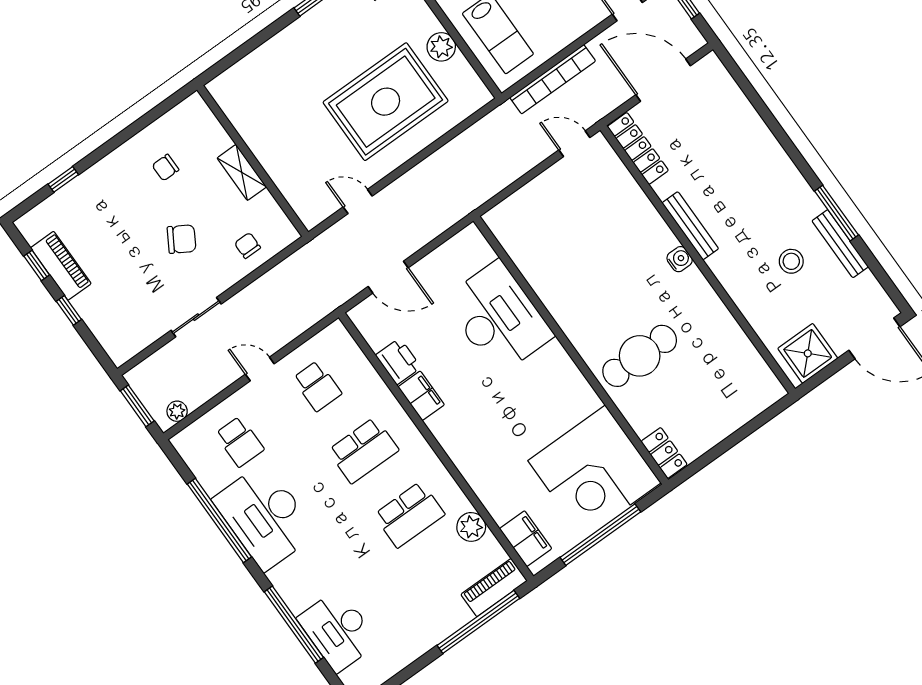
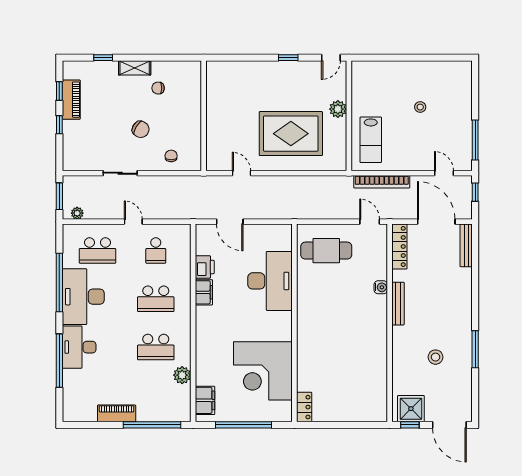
plant: (441, 47) -> (338, 109), moved
shelving: (242, 172) -> (135, 68), moved, turned 90
bench: (840, 244) -> (466, 245), moved
water cooler: (680, 259) -> (381, 287), moved
cafe table: (640, 356) -> (326, 251), moved
window: (822, 376) -> (410, 425), added
school desk: (240, 442) -> (97, 250), width x1.85
corner desk: (594, 472) -> (263, 371), moved
piano: (494, 588) -> (117, 413), moved
desk: (338, 630) -> (79, 347), moved

